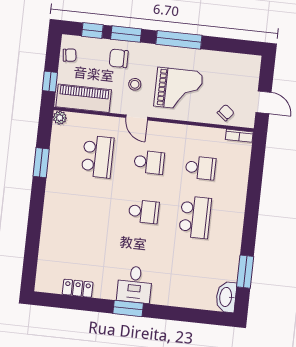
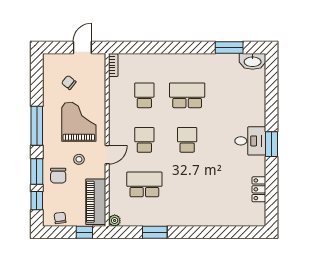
chair: (226, 113) -> (69, 82), moved

